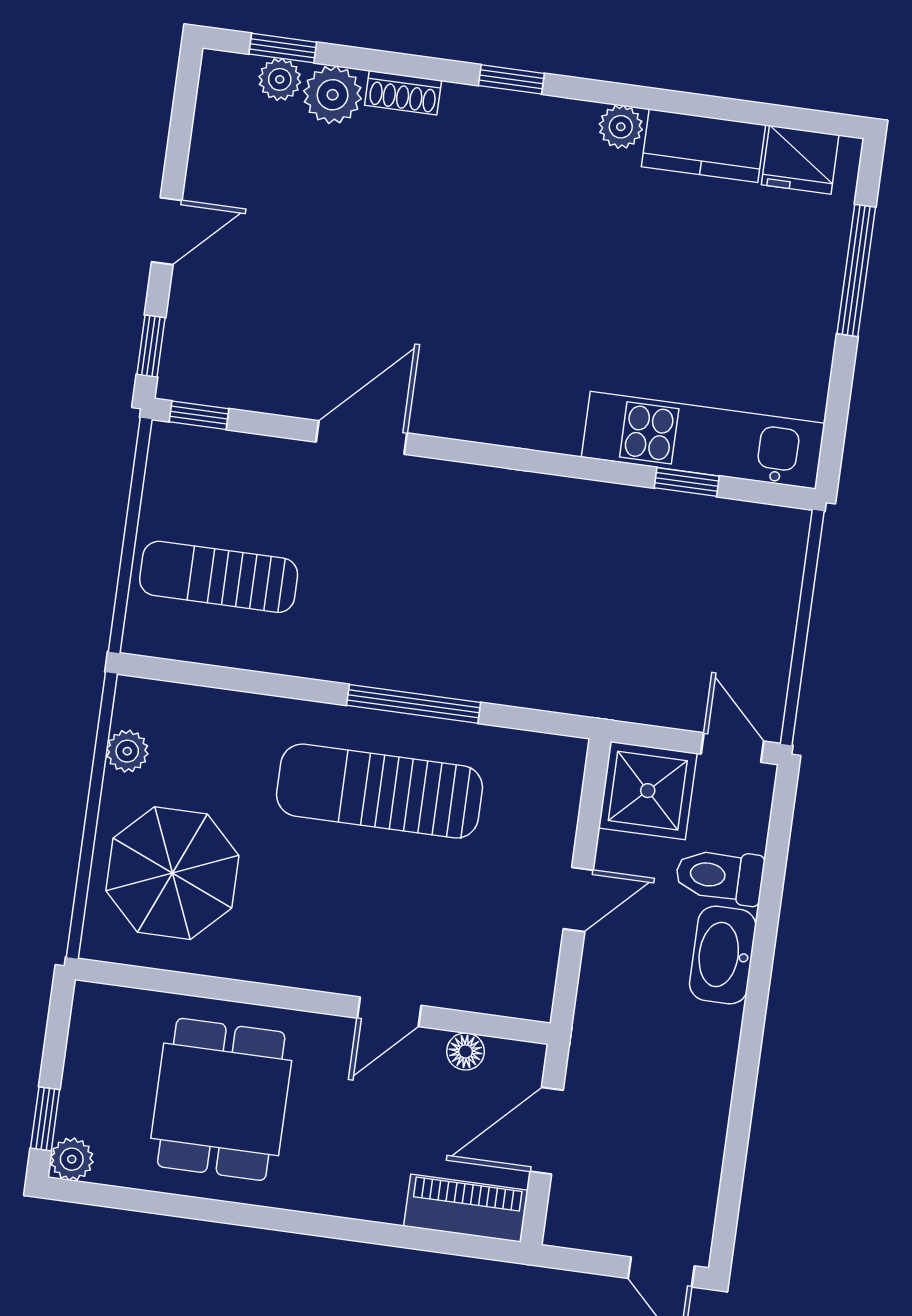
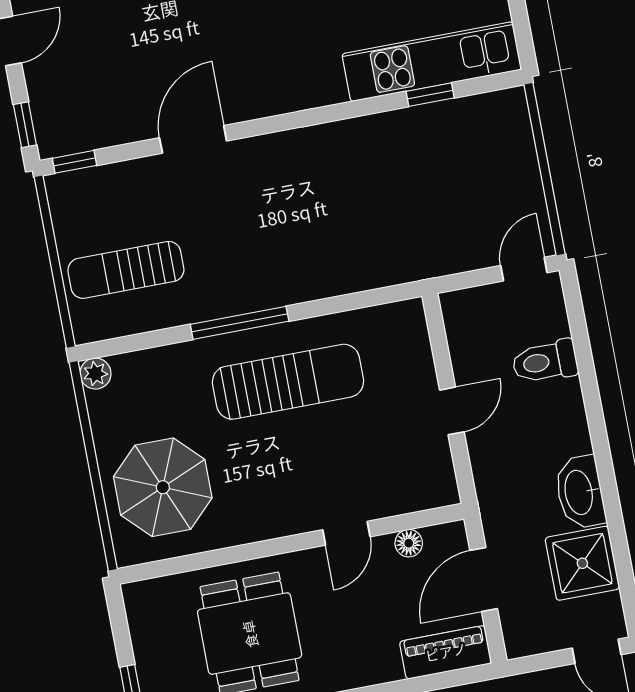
window: (414, 704) -> (240, 323), moved
door: (732, 748) -> (524, 269), hinge flipped
plant: (127, 751) -> (95, 374), moved
sun lounger: (379, 791) -> (288, 382), turned 180
shower: (648, 791) -> (582, 563), moved
washbasin: (723, 955) -> (580, 492), moved

